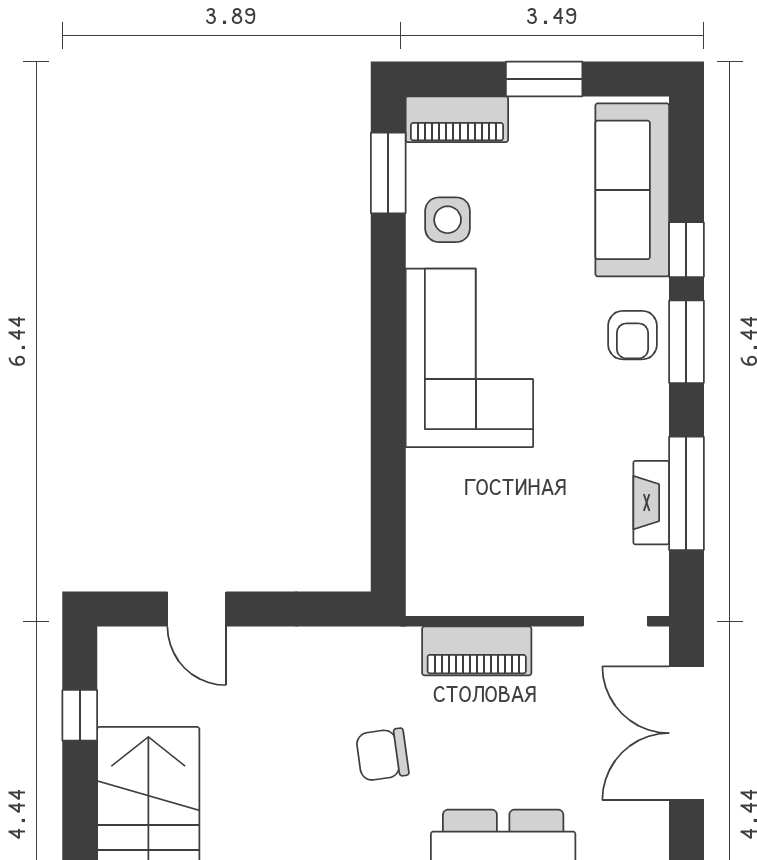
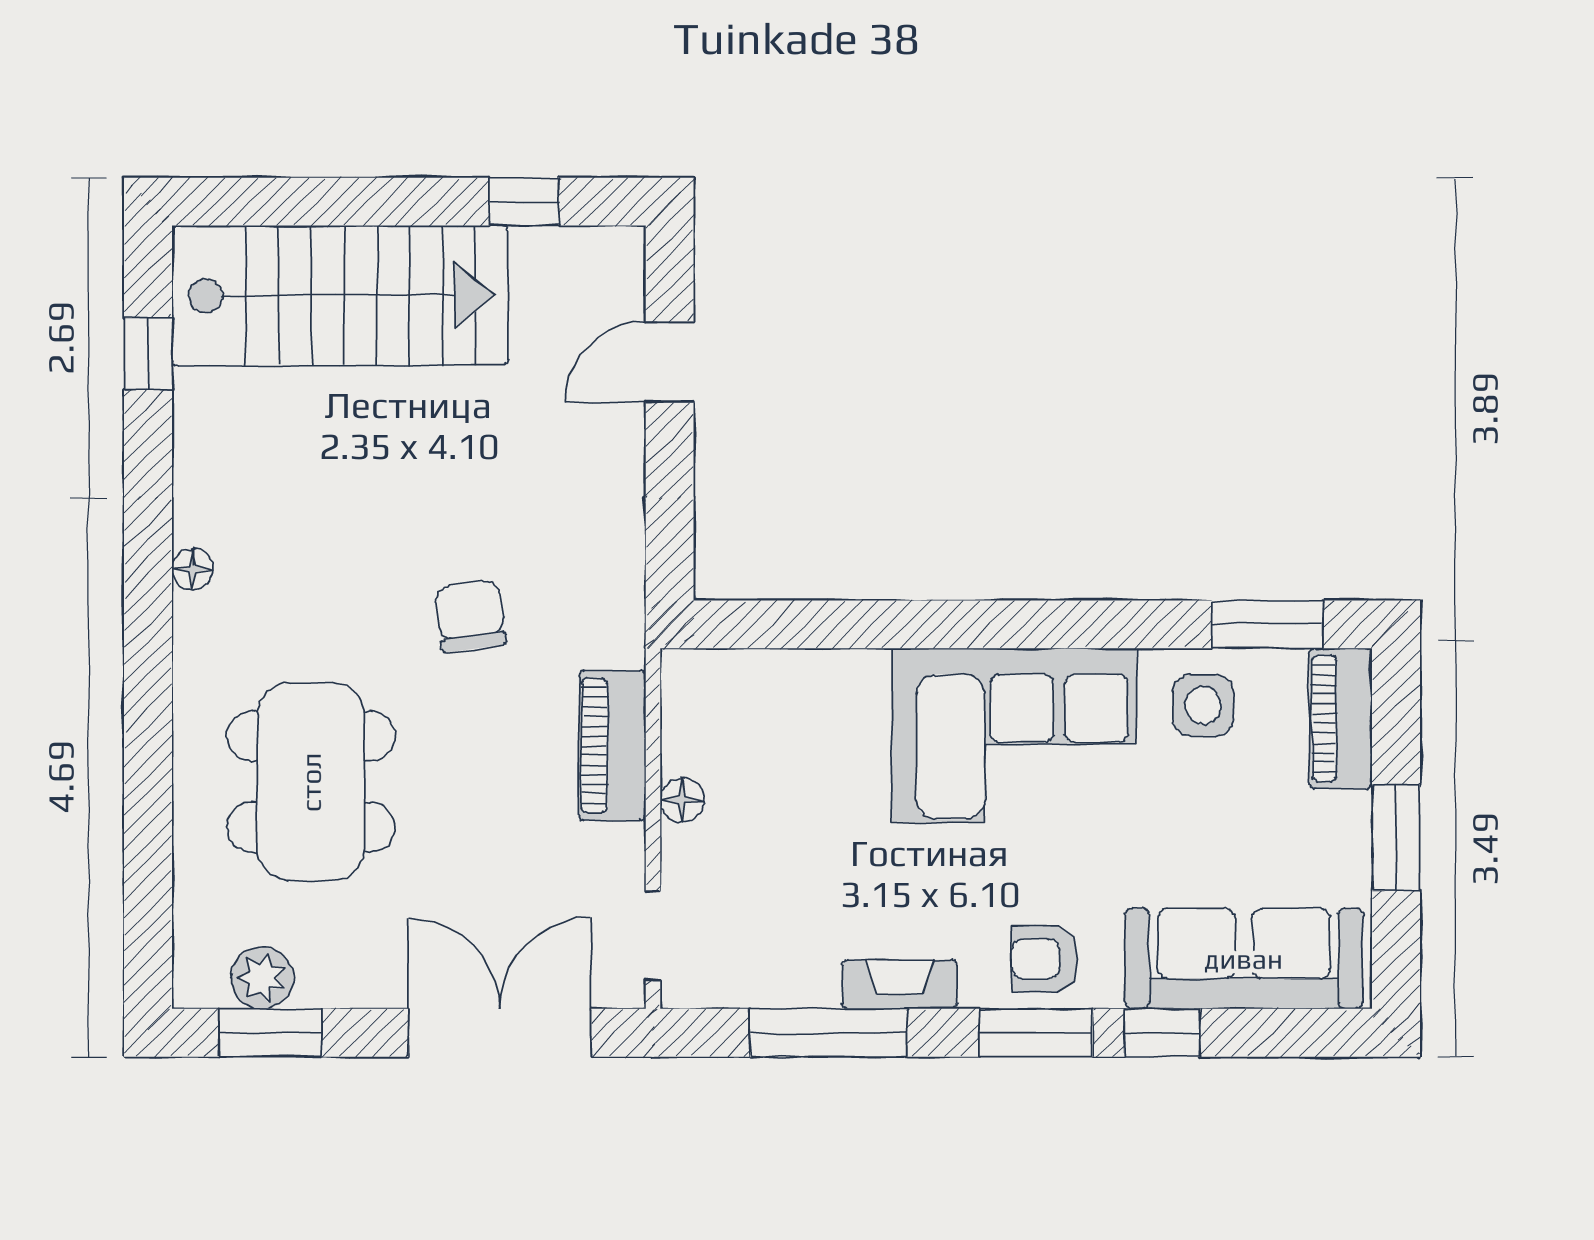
fireplace: (651, 503) -> (899, 984), moved
floor lamp: (516, 600) -> (682, 800), added

